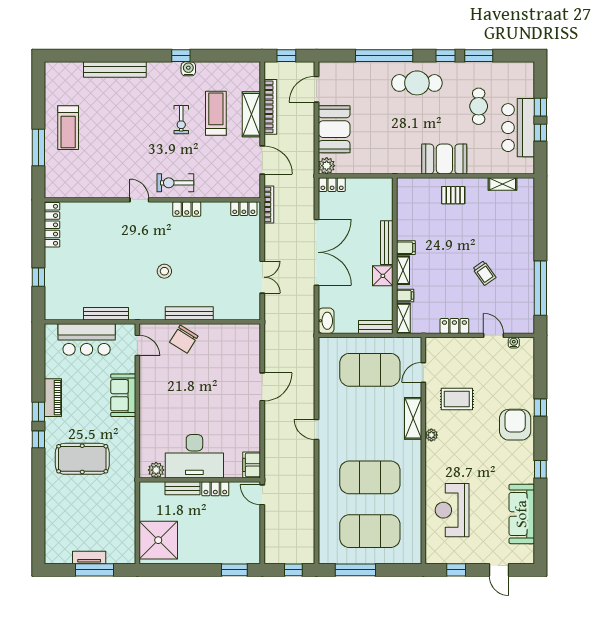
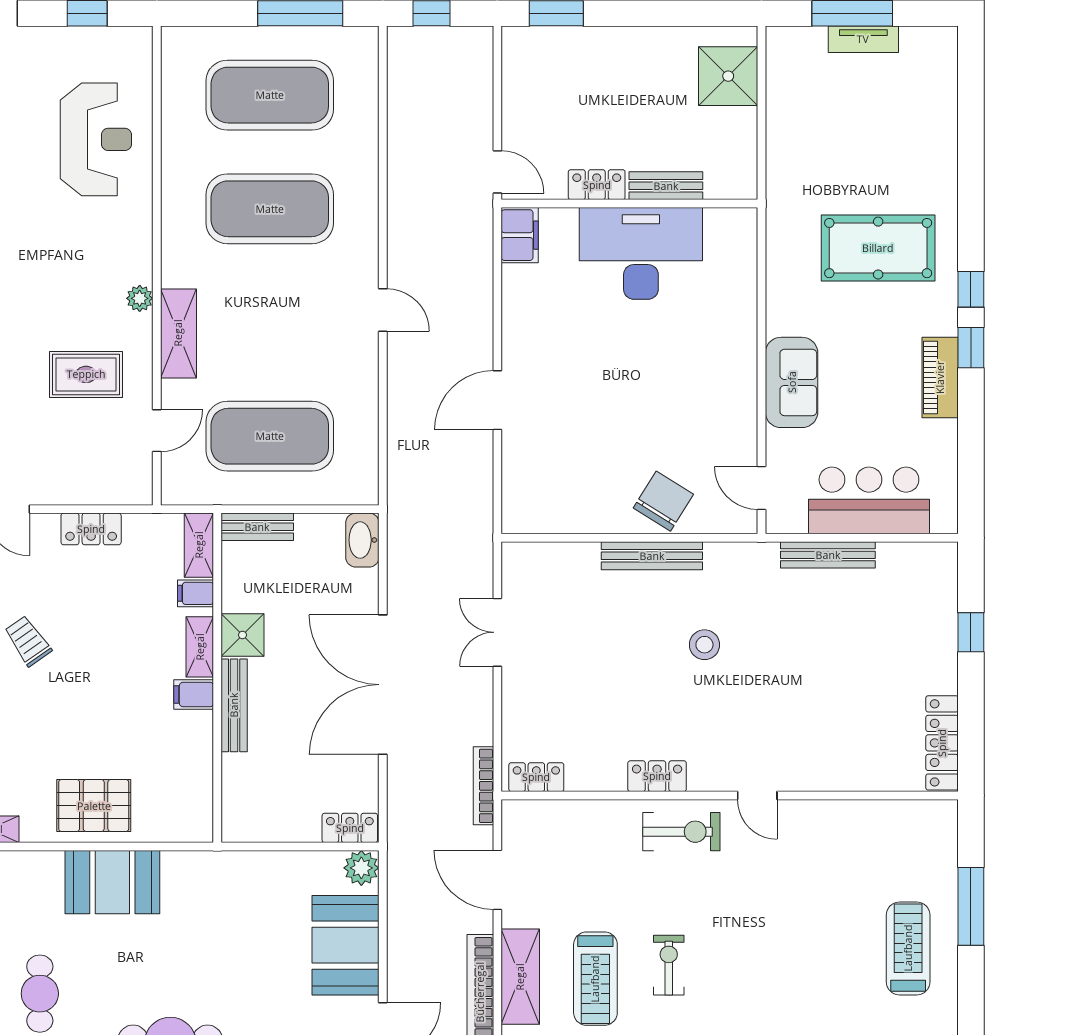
pallet: (453, 195) -> (94, 806), width x1.50, depth x1.42
plant: (156, 470) -> (722, 224), removed
shower: (158, 540) -> (728, 76), width x0.73, depth x0.73

